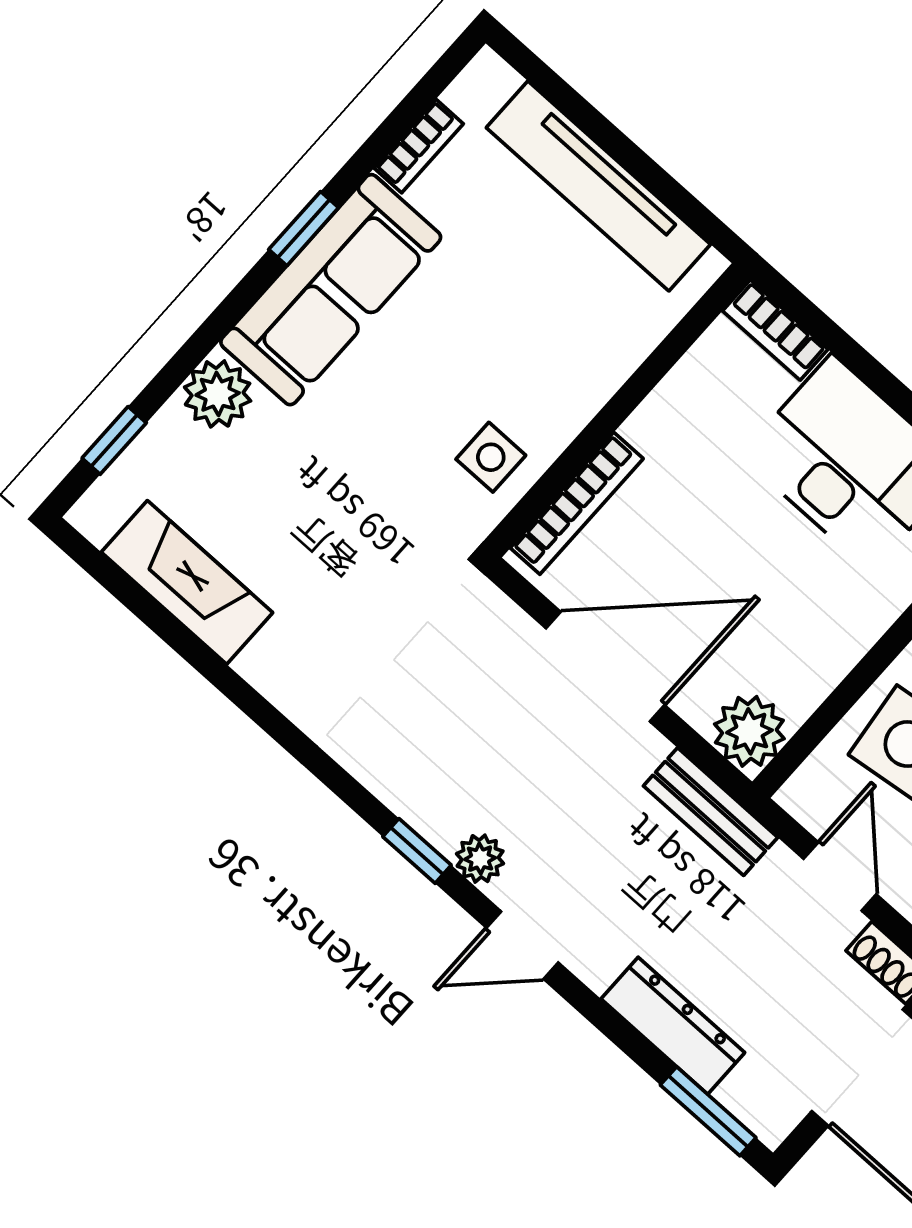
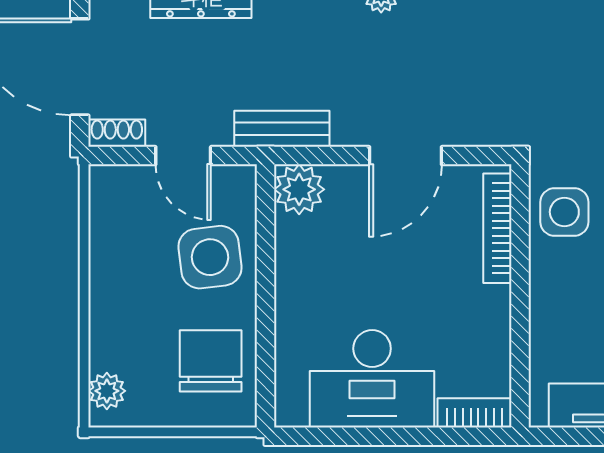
side table: (491, 457) -> (564, 212), width x1.37, depth x1.37
door: (605, 667) -> (406, 156), width x0.73

